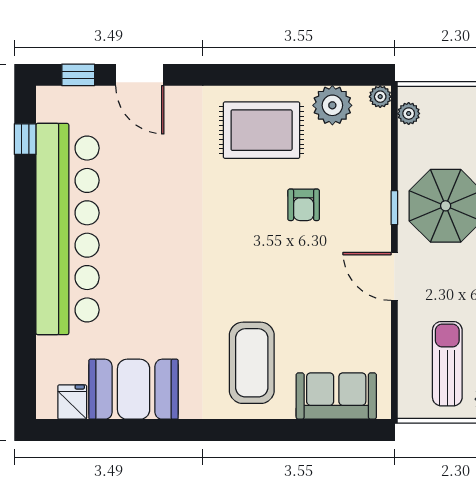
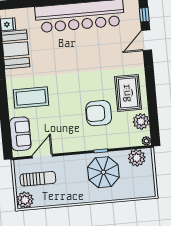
plant: (409, 114) -> (137, 158), width x1.88, depth x1.88
armchair: (304, 205) -> (99, 113), width x1.88, depth x1.88
door: (394, 276) -> (42, 156), moved

